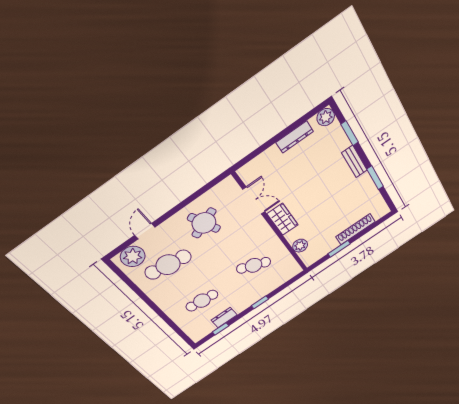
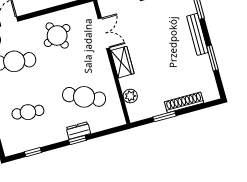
bench: (354, 162) -> (197, 34), width x1.36
cafe table: (254, 265) -> (84, 97), width x1.37, depth x1.35
dresser: (224, 318) -> (78, 131), moved

